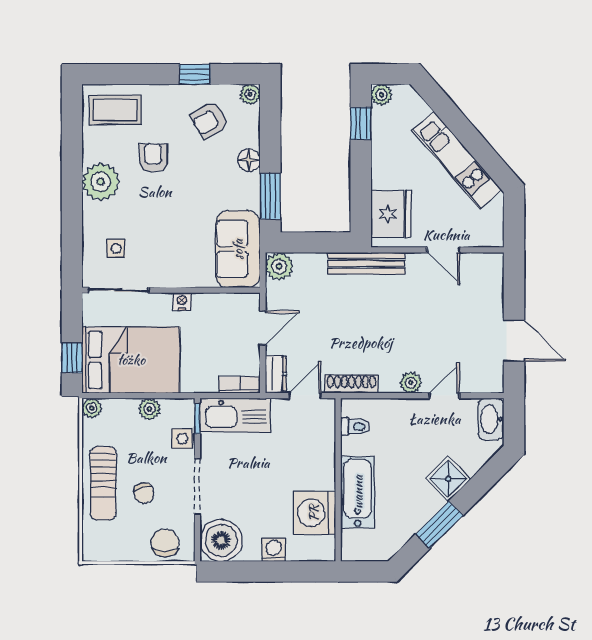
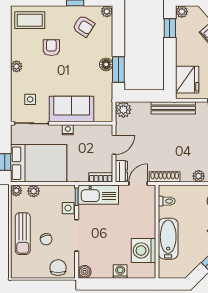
armchair: (209, 120) -> (84, 26), turned -117
floor lamp: (249, 160) -> (106, 64), moved
plant: (101, 182) -> (16, 66), width x0.53, depth x0.53
sofa: (238, 249) -> (72, 109), moved, turned 90
plant: (150, 409) -> (34, 191), moved
boiler: (221, 540) -> (85, 272), width x0.54, depth x0.54

